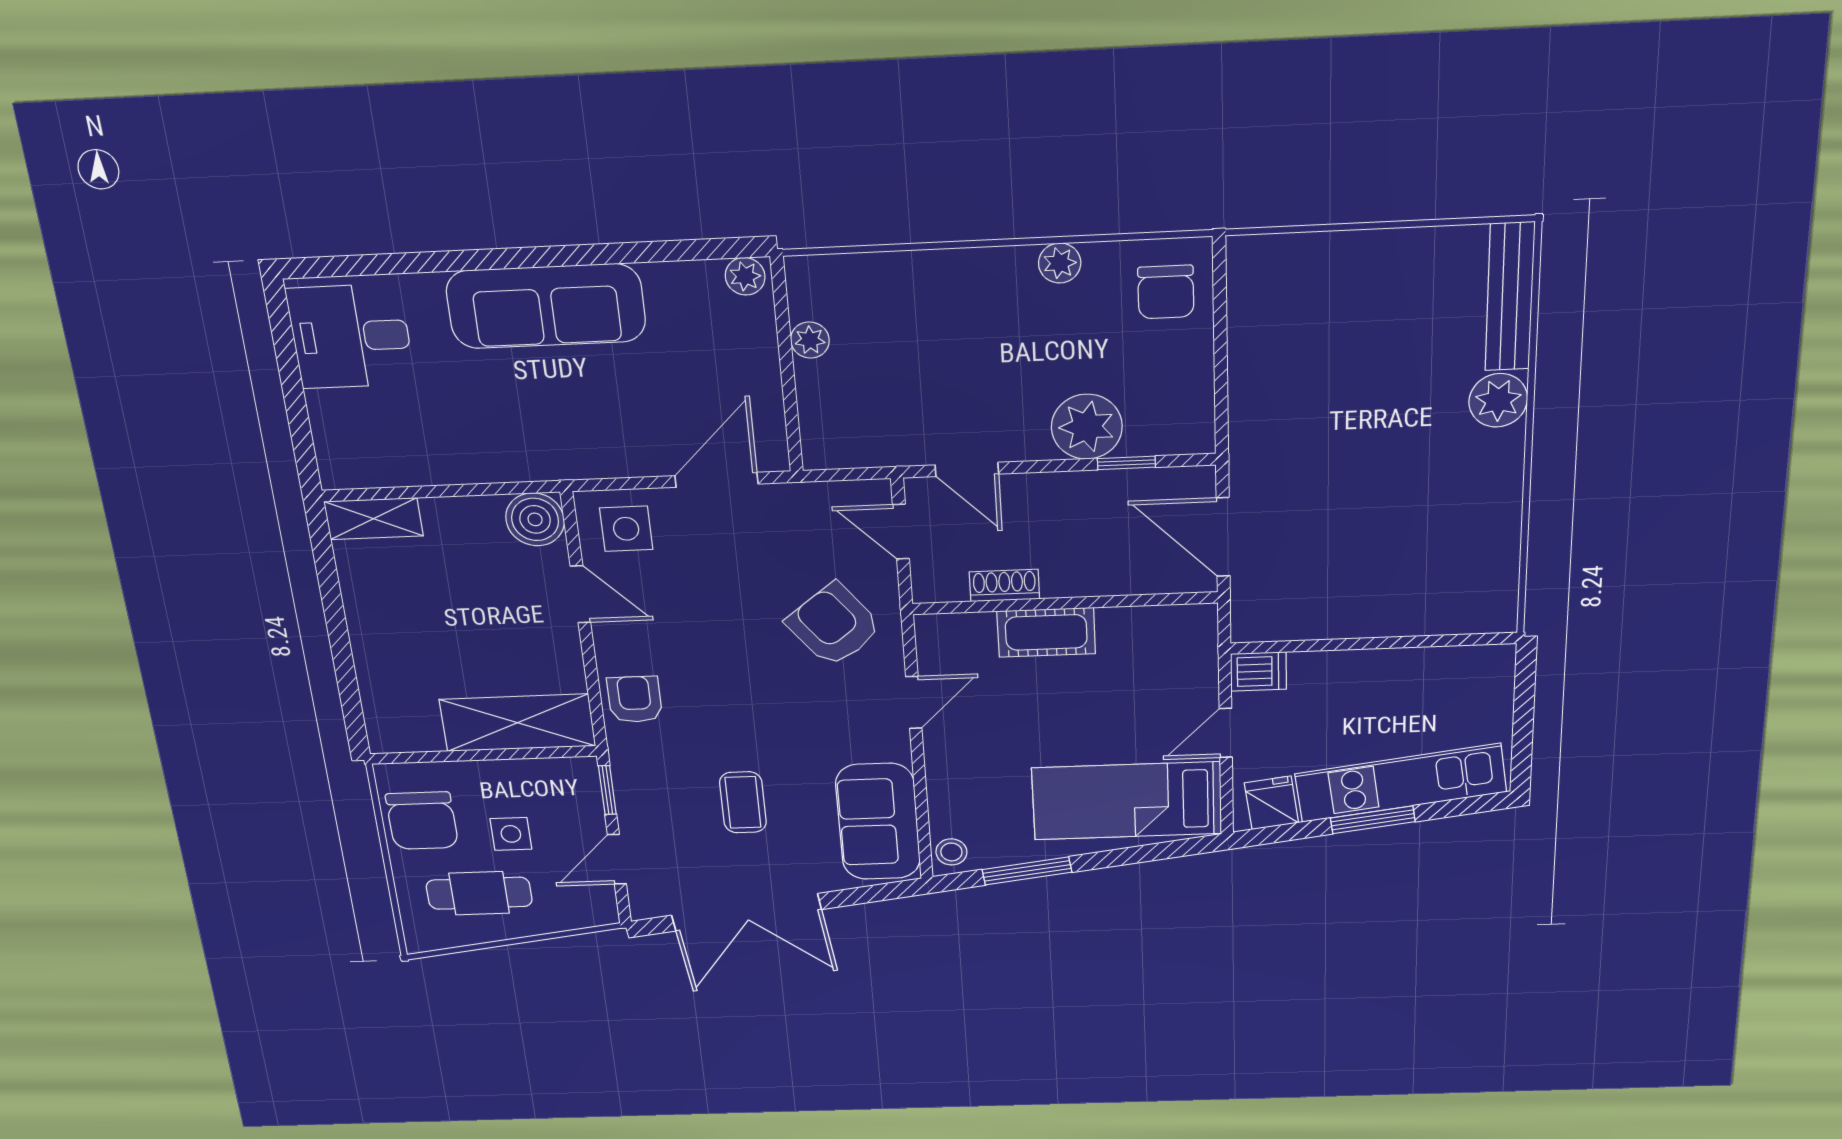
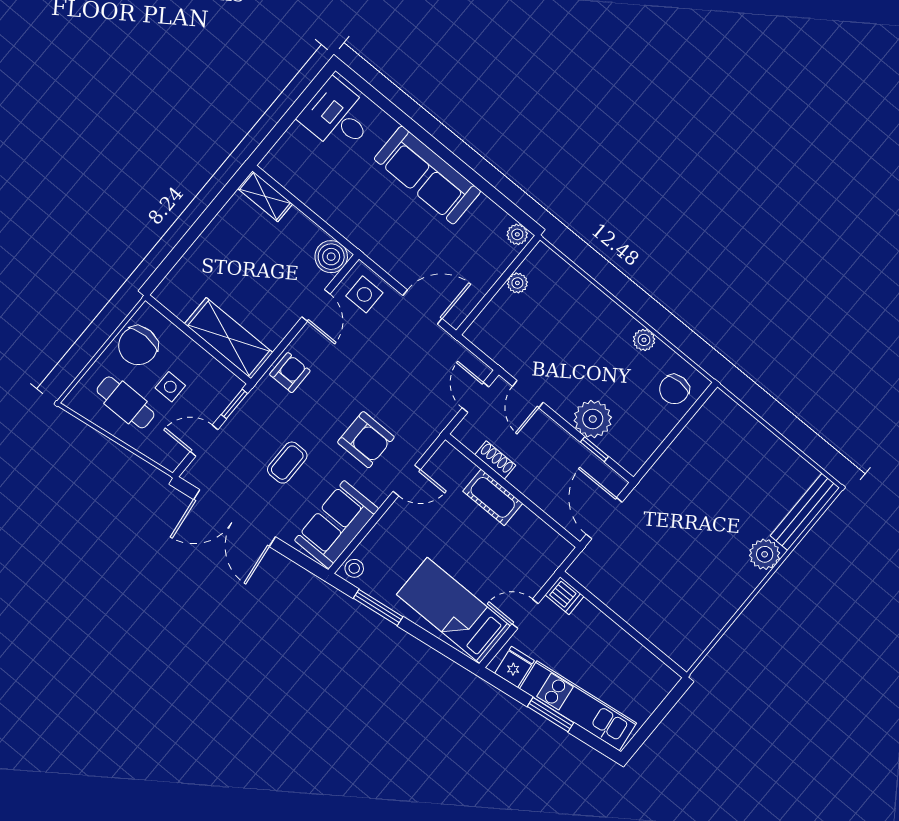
armchair: (834, 625) -> (366, 440), moved, turned 128

